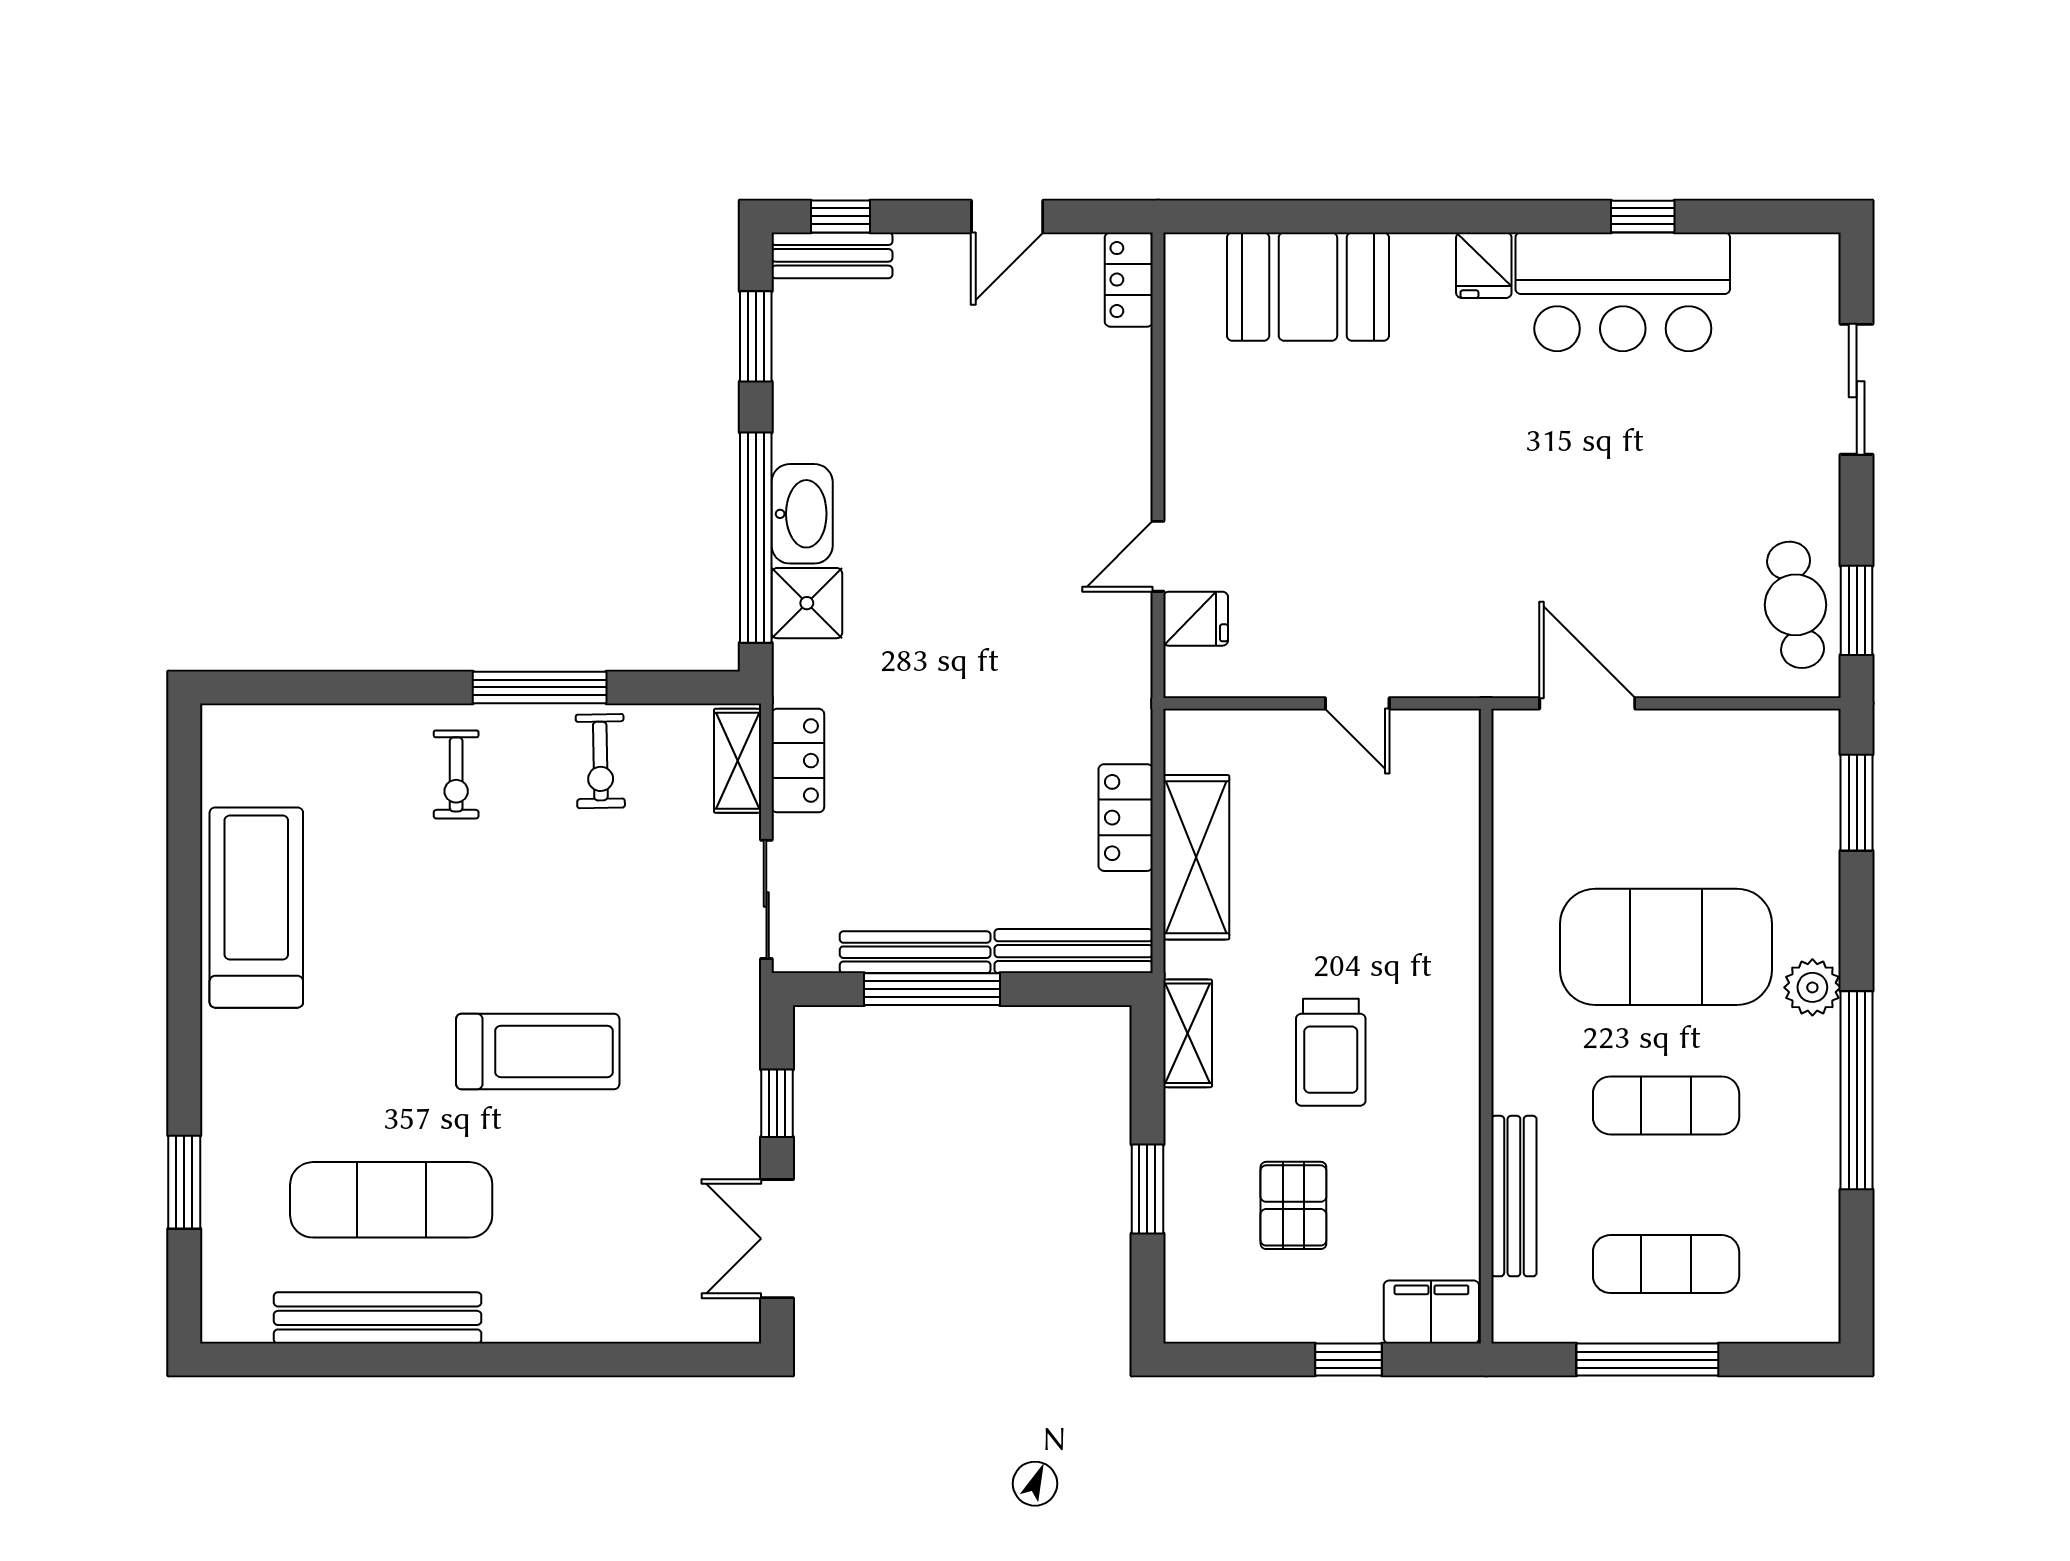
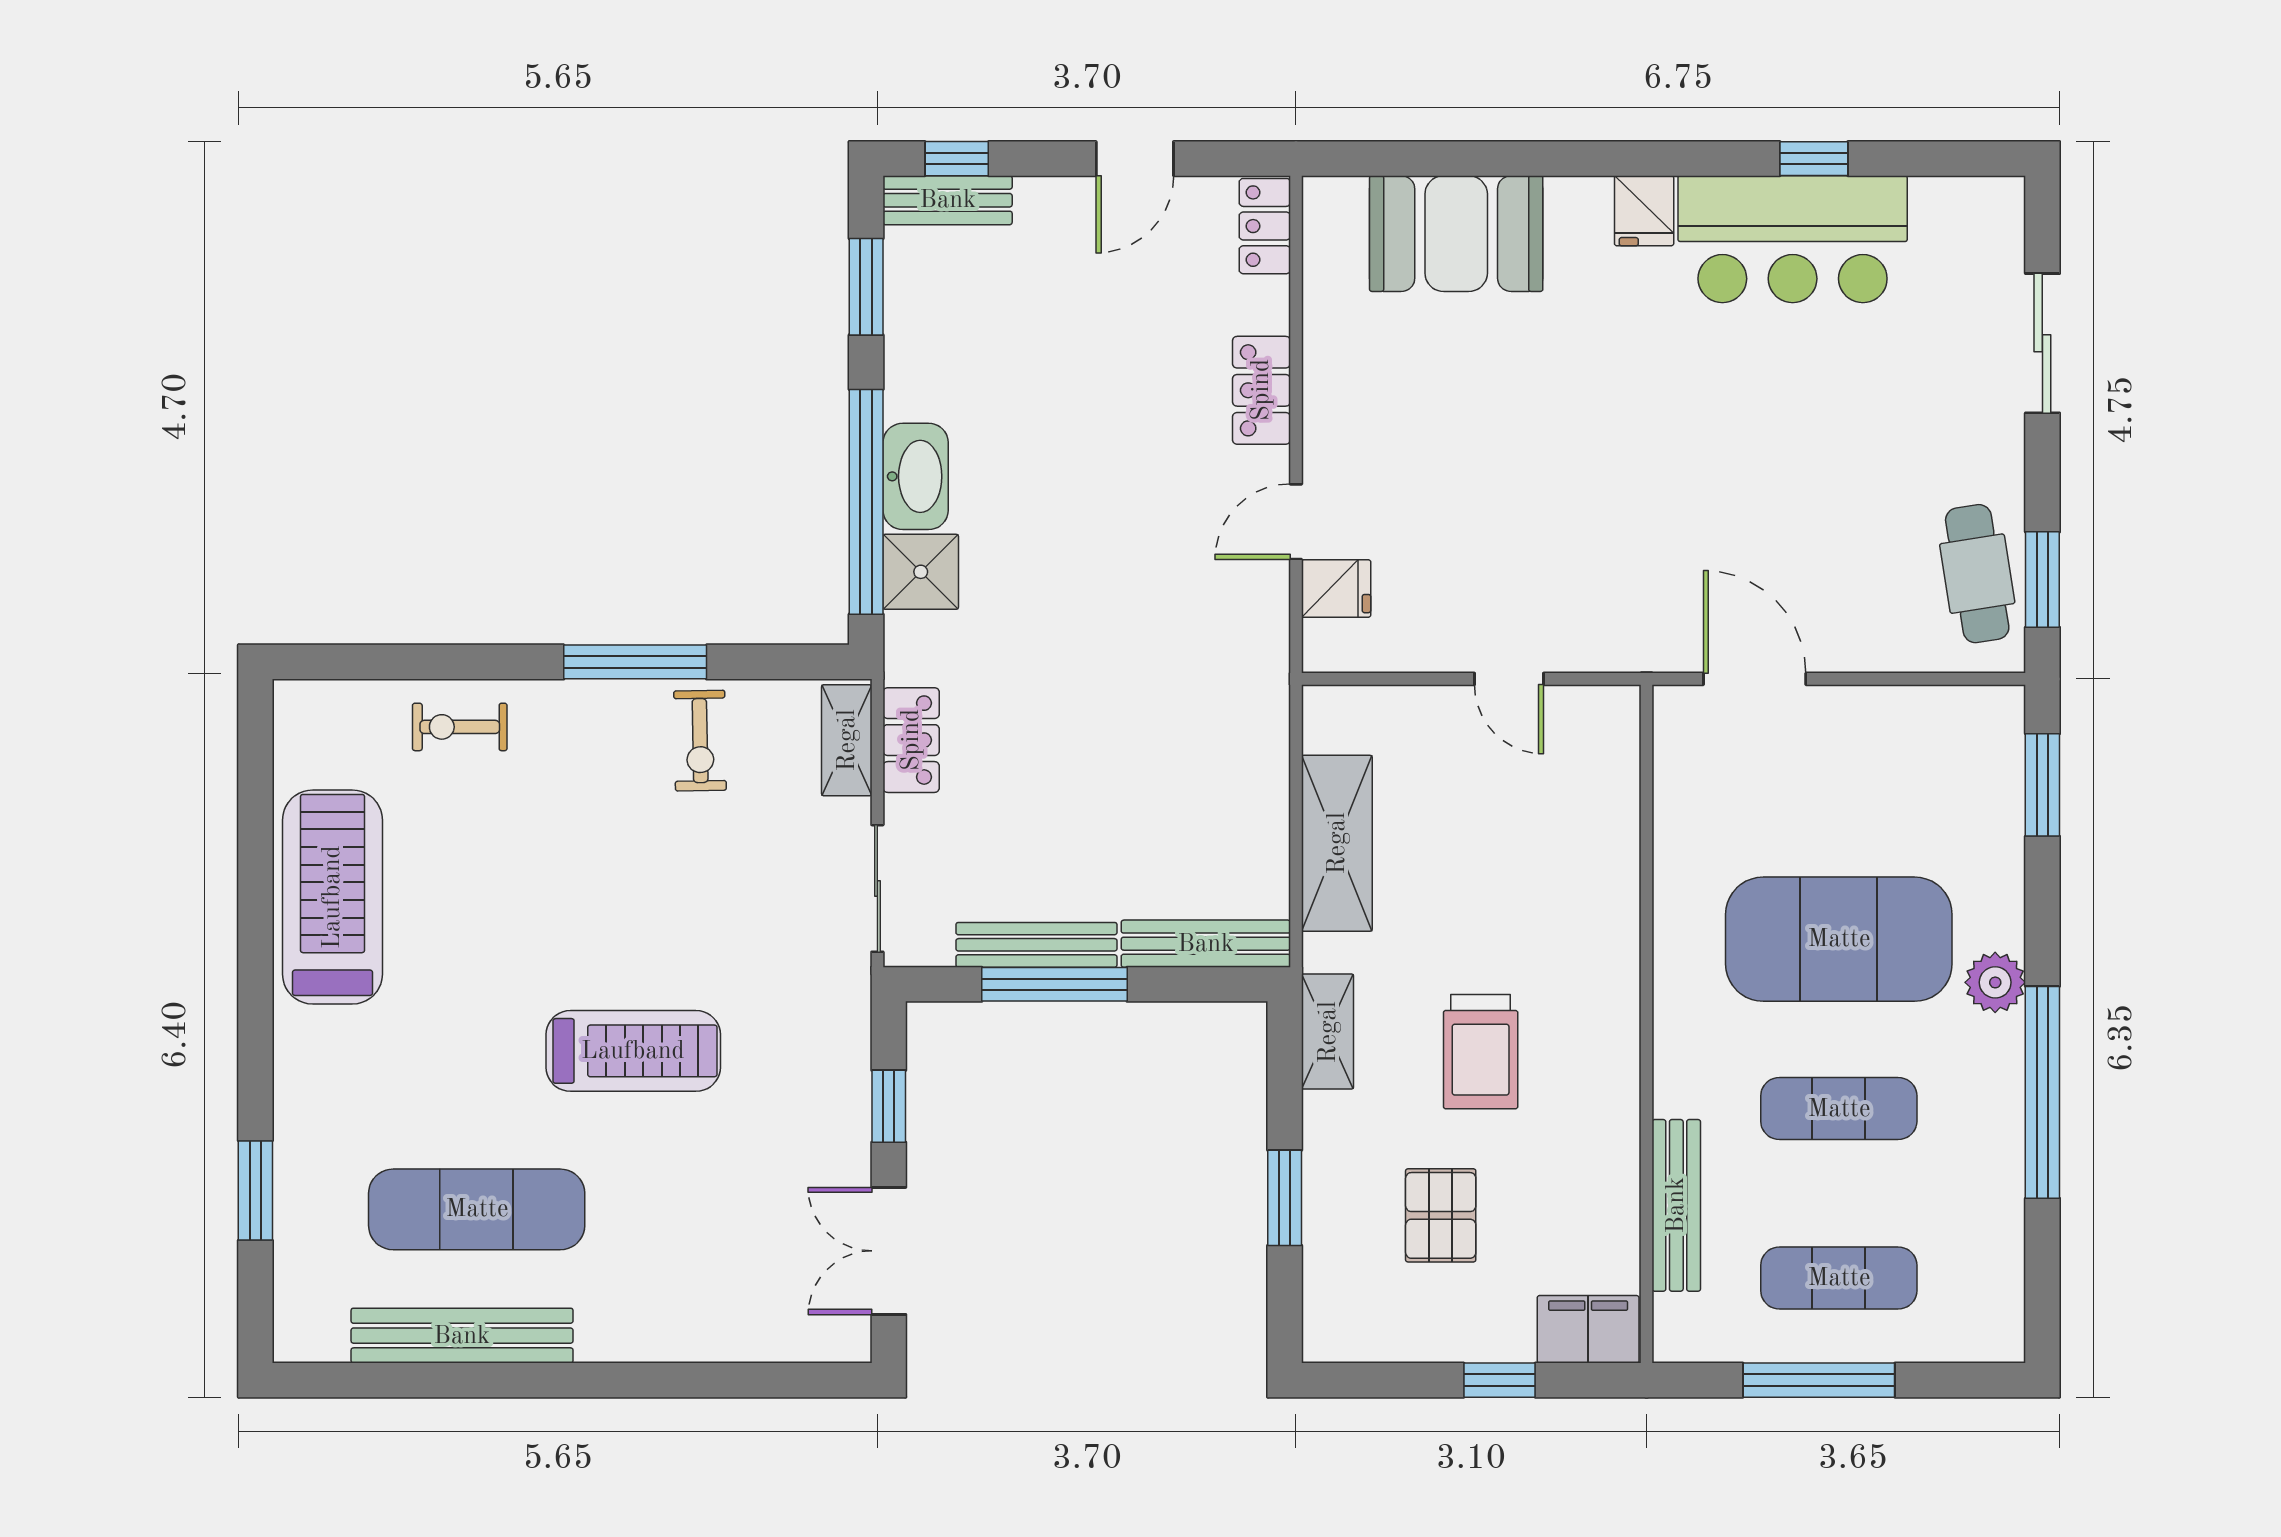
exercise bike: (456, 774) -> (460, 727), moved, turned 90
locker: (1126, 818) -> (1261, 390), moved

